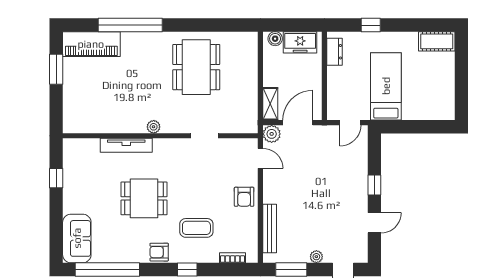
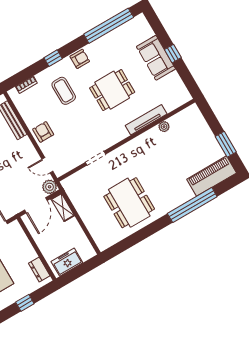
boiler: (275, 39) -> (86, 254), removed
plant: (154, 127) -> (164, 127), moved
window: (56, 178) -> (173, 54), moved
coffee table: (196, 228) -> (64, 91), turned 90
sofa: (77, 238) -> (156, 58), moved

